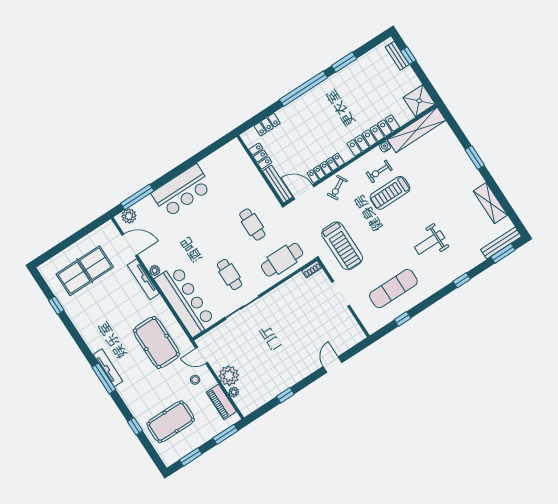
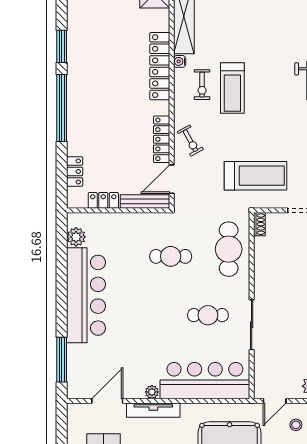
bar counter: (182, 191) -> (86, 295), width x1.36
plant: (129, 216) -> (76, 237), moved

